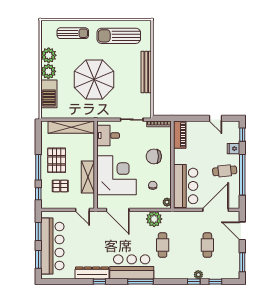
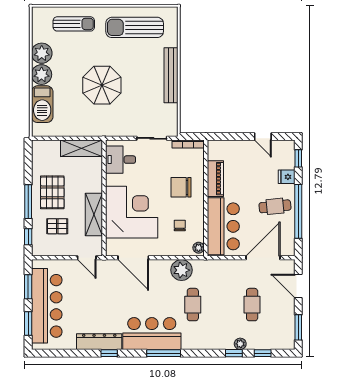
parasol: (94, 79) -> (102, 85), width x0.73, depth x0.73
shelving: (71, 127) -> (82, 148), width x0.68
piano: (180, 135) -> (215, 179), moved

